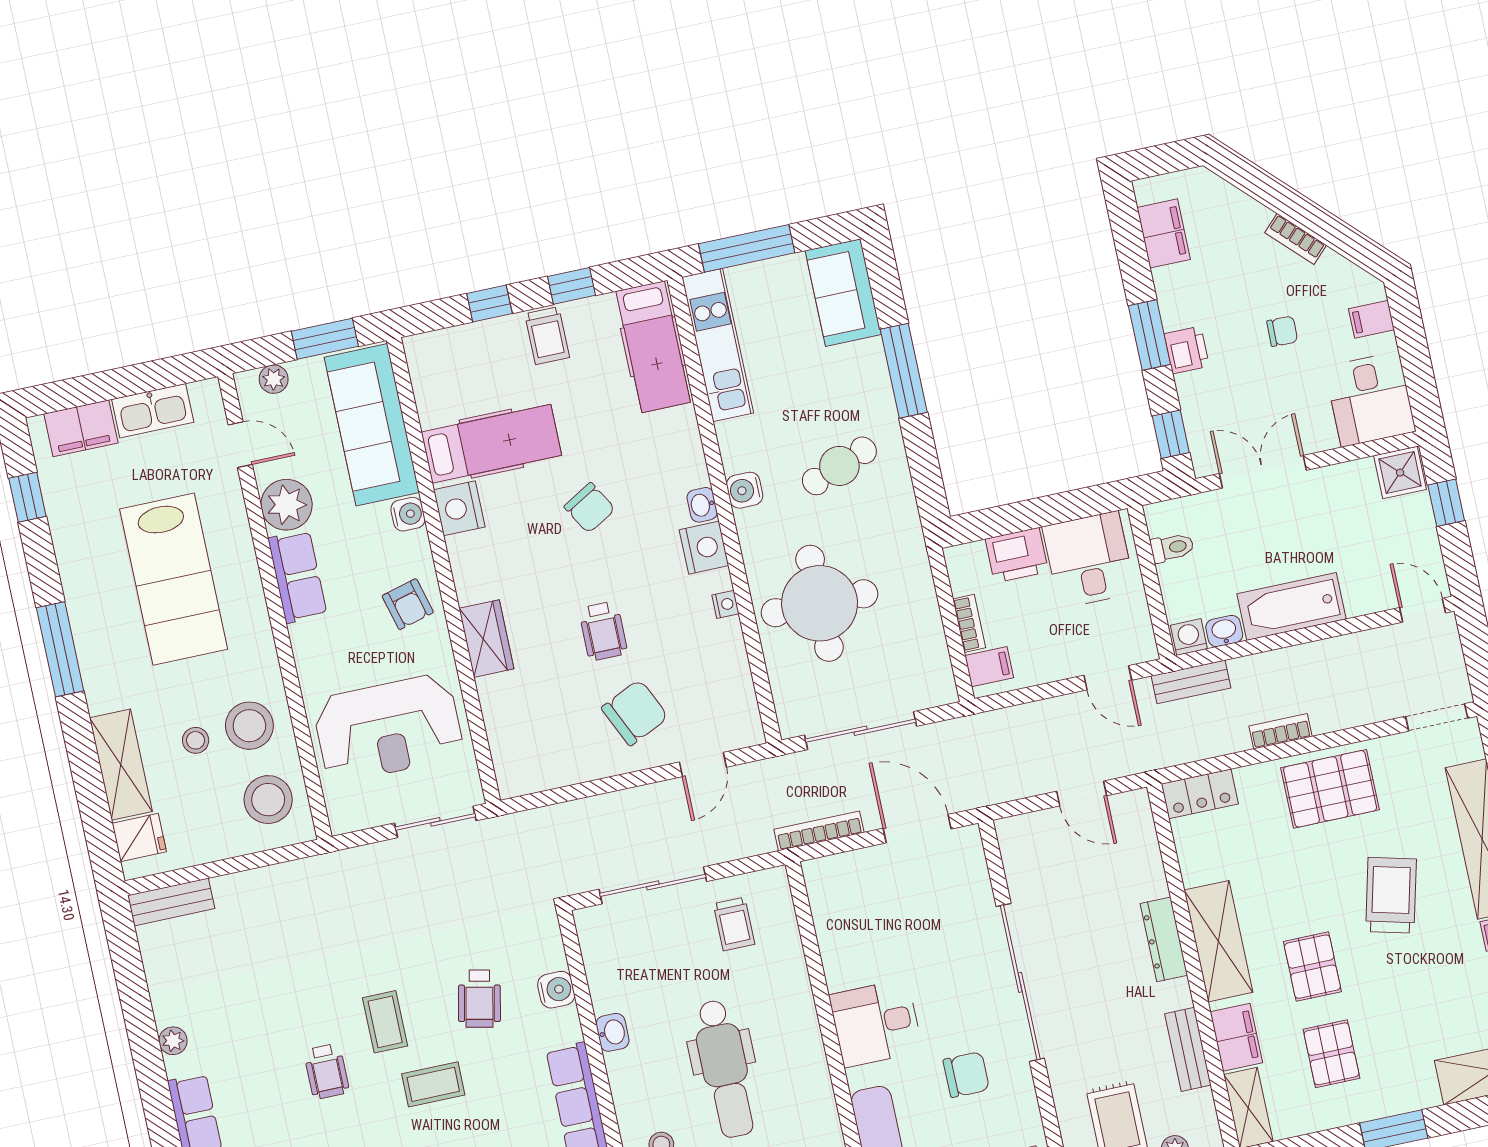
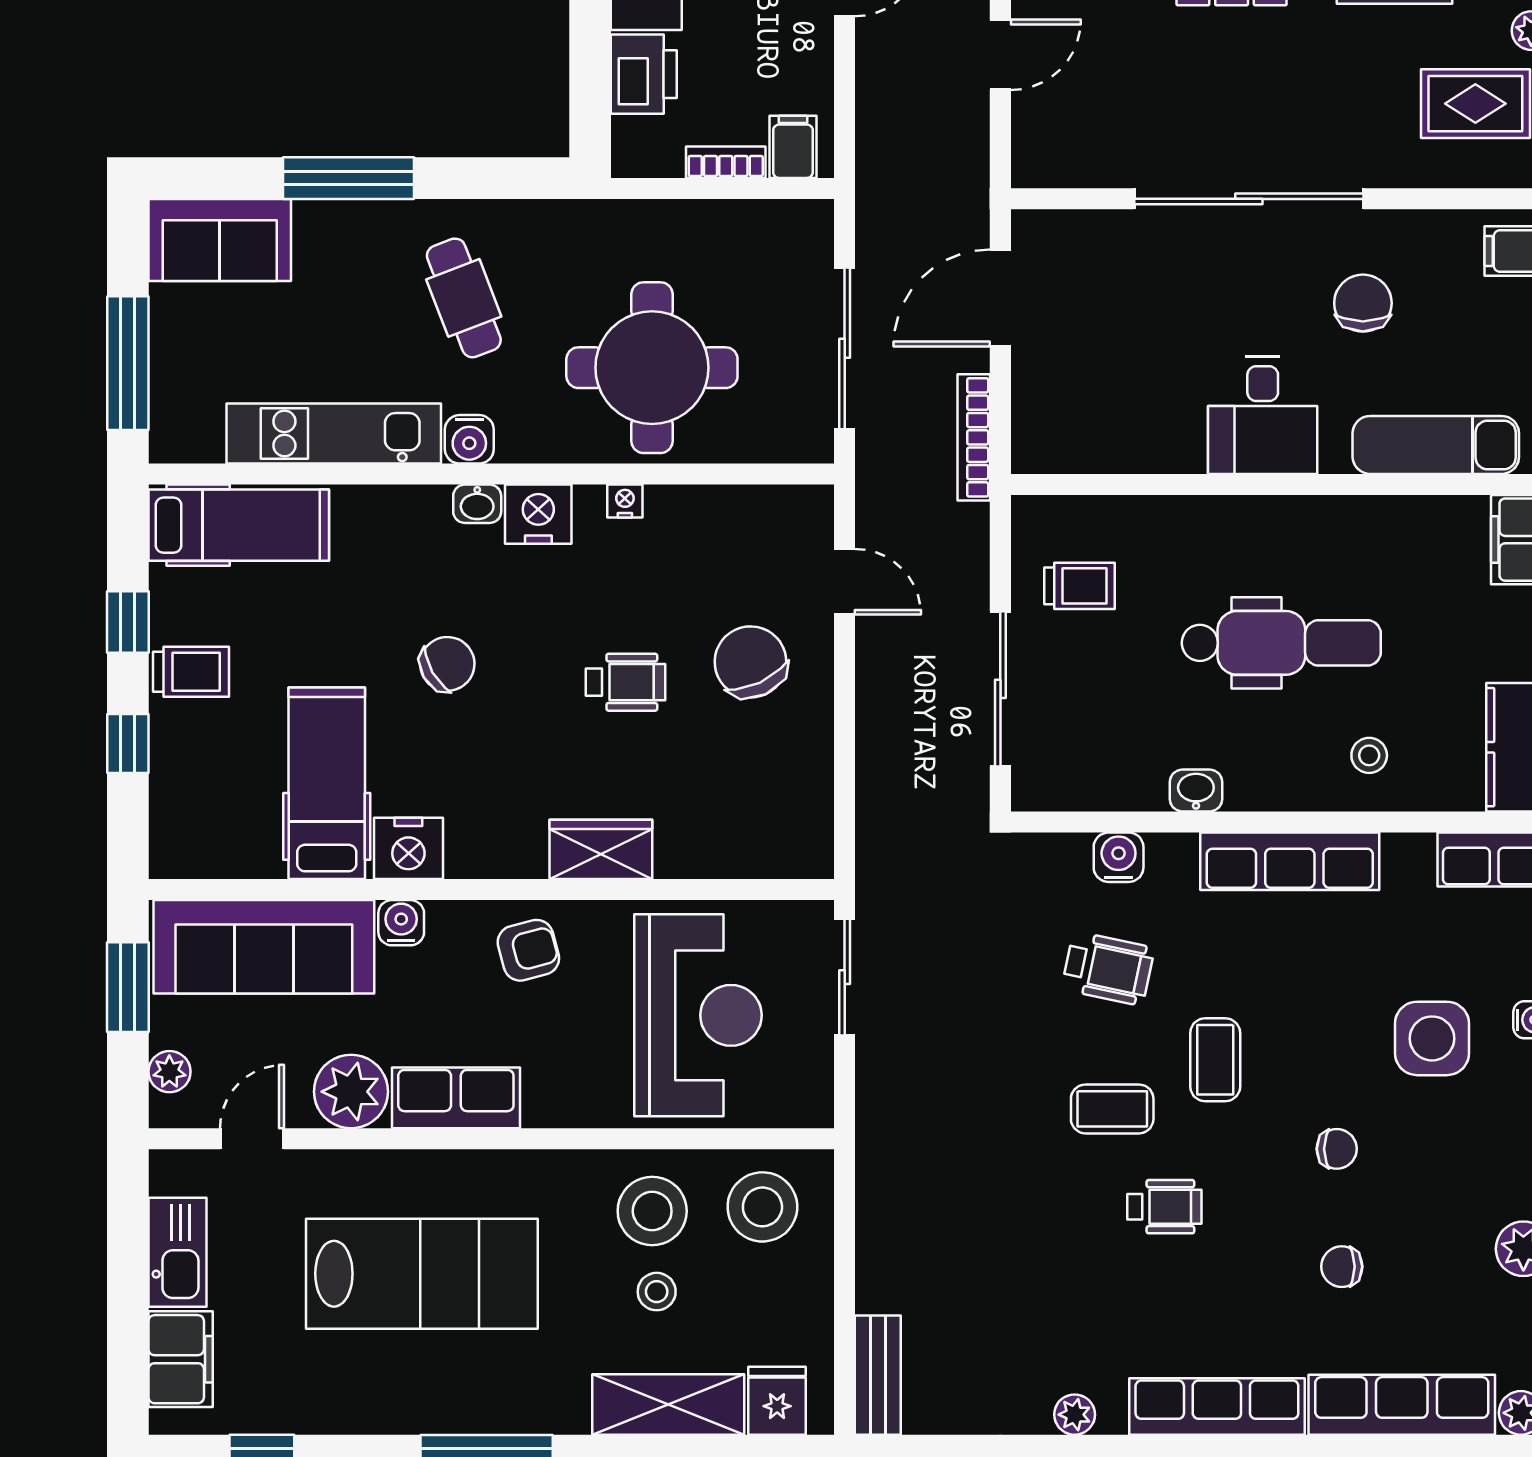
kitchen unit: (718, 345) -> (334, 433), moved

